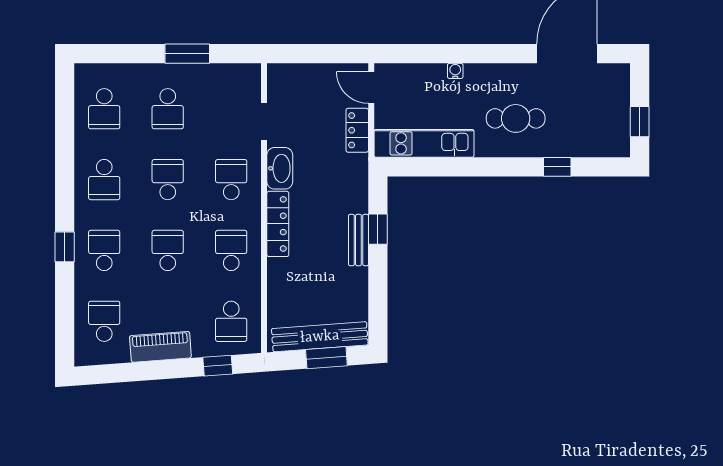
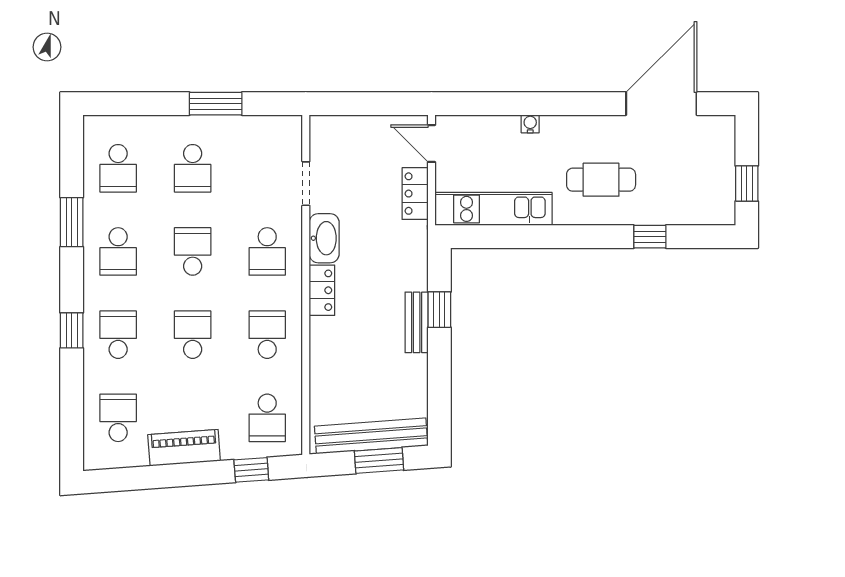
window: (65, 155) -> (72, 222), added
school desk: (231, 180) -> (267, 251), turned 180
locker: (278, 224) -> (322, 290), width x0.66

